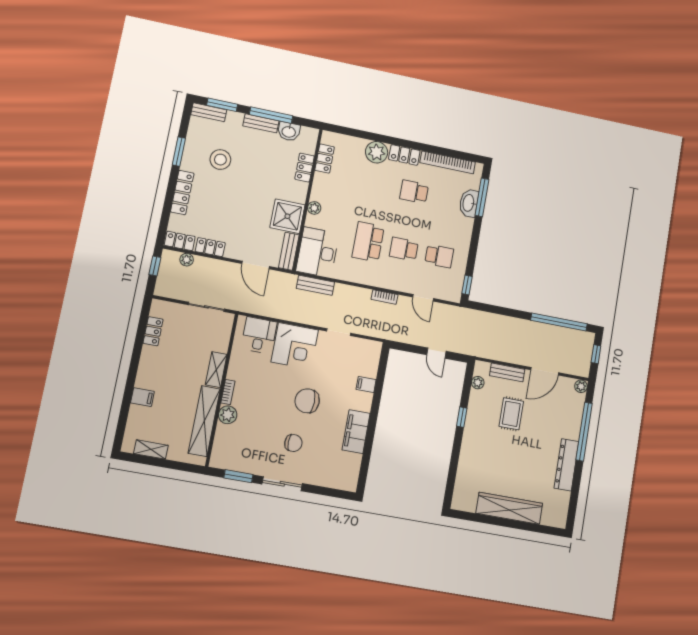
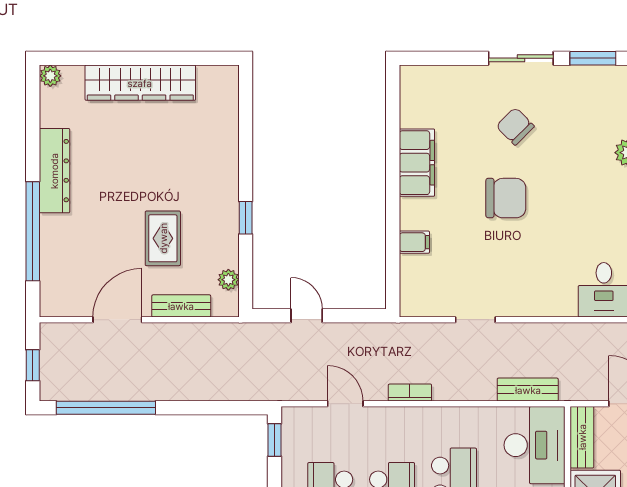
corner desk: (295, 346) -> (543, 283), removed
plant: (581, 386) -> (50, 76), moved
chair: (293, 443) -> (515, 126), turned 45

